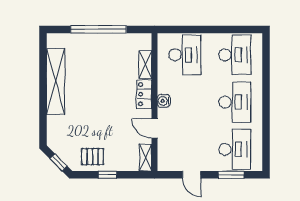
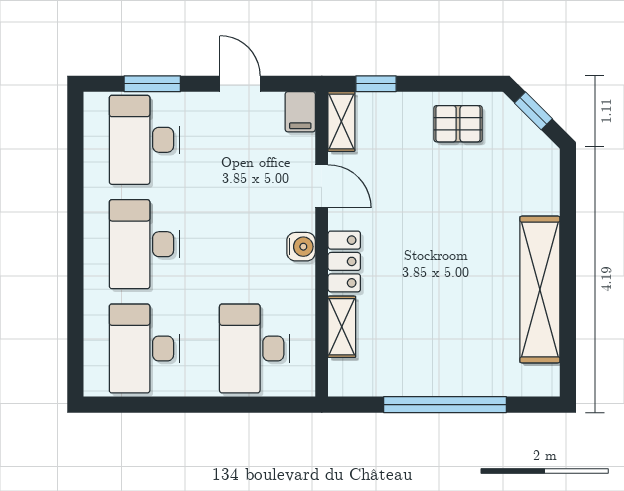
filing cabinet: (164, 162) -> (300, 112), added
window: (107, 175) -> (376, 84), moved

